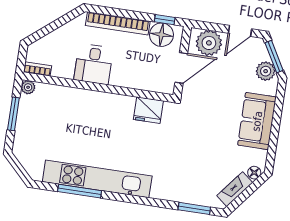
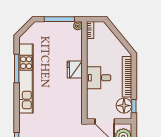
desk: (94, 64) -> (99, 78), moved
fridge: (148, 110) -> (75, 69), moved
window: (13, 114) -> (59, 19), width x1.44

